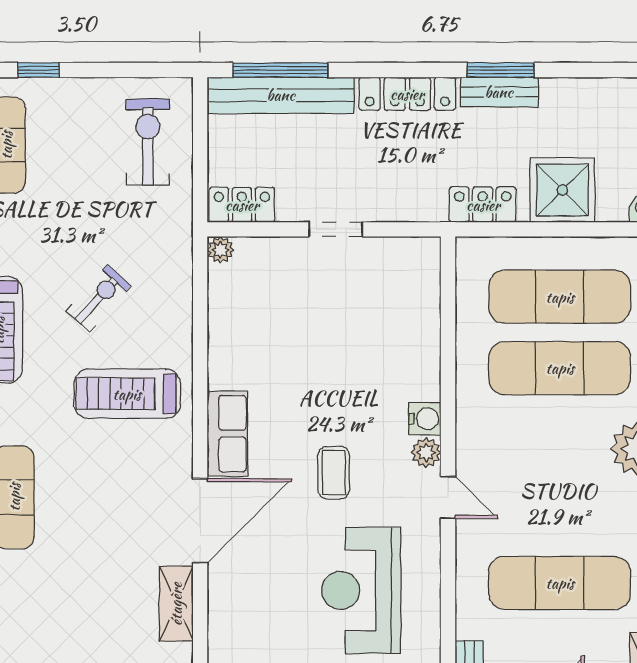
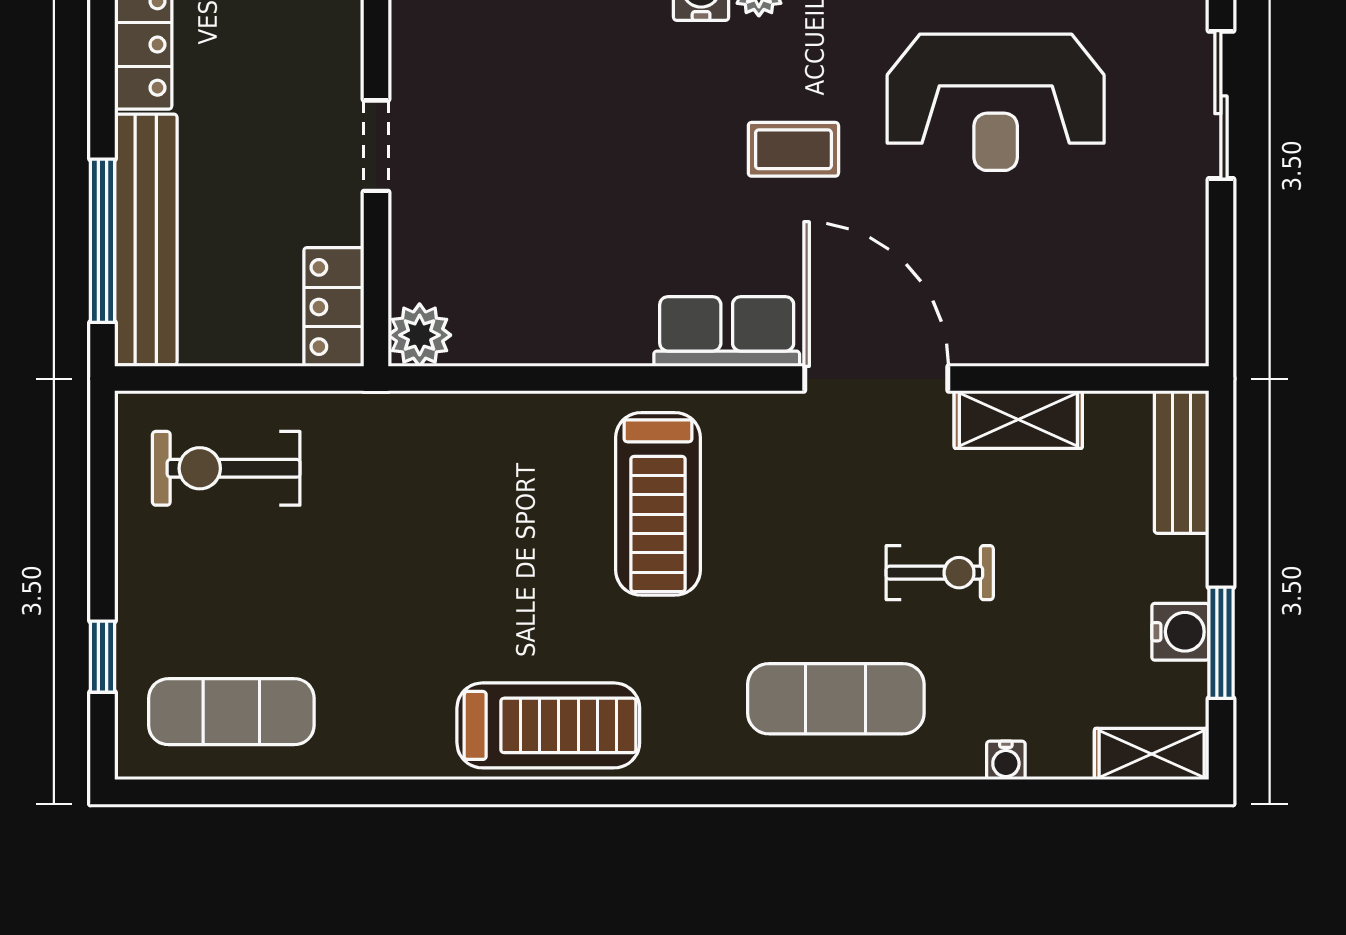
plant: (221, 250) -> (420, 335), width x1.38, depth x1.38
exercise bike: (99, 298) -> (940, 573), moved, turned 138

